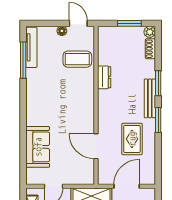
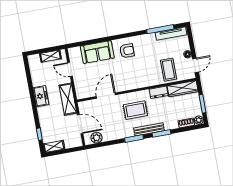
wardrobe: (105, 45) -> (183, 89), added
armchair: (43, 108) -> (127, 51), added
rug: (132, 139) -> (135, 110), moved
plant: (148, 168) -> (96, 138), added

